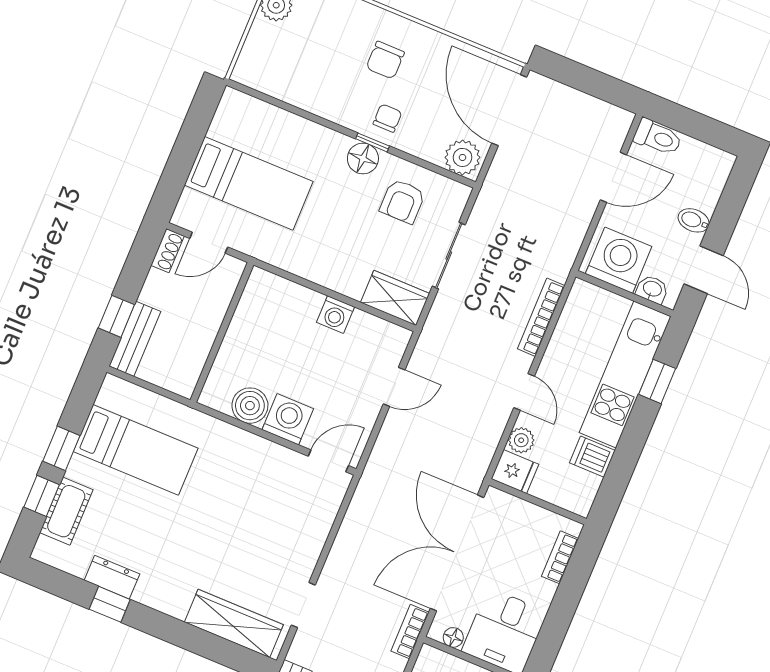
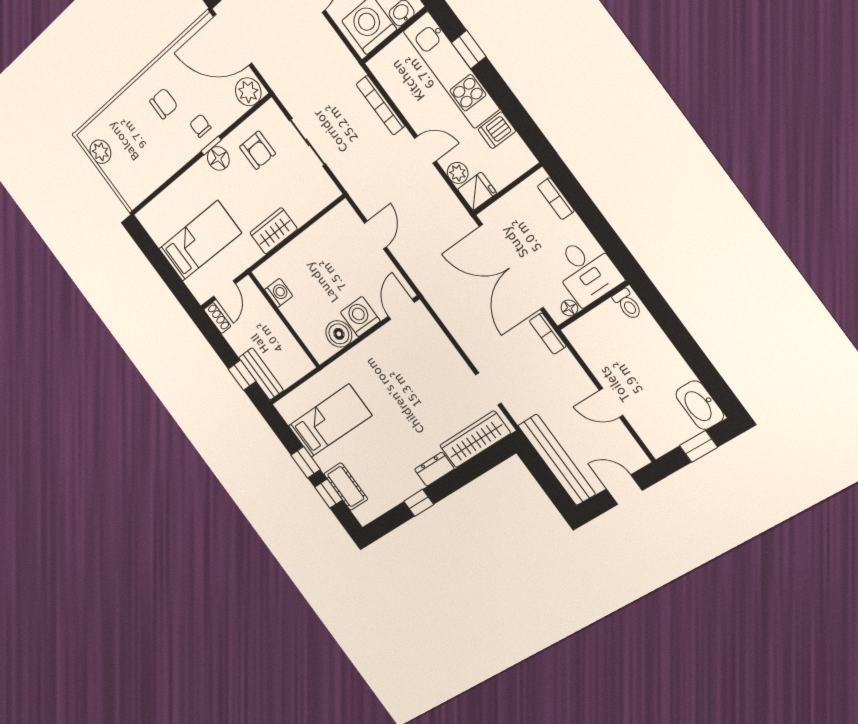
chair: (385, 60) -> (164, 104), turned -90
wardrobe: (395, 298) -> (274, 231), moved
washing machine: (336, 315) -> (279, 293), moved, turned -90
dresser: (112, 577) -> (434, 469), moved

